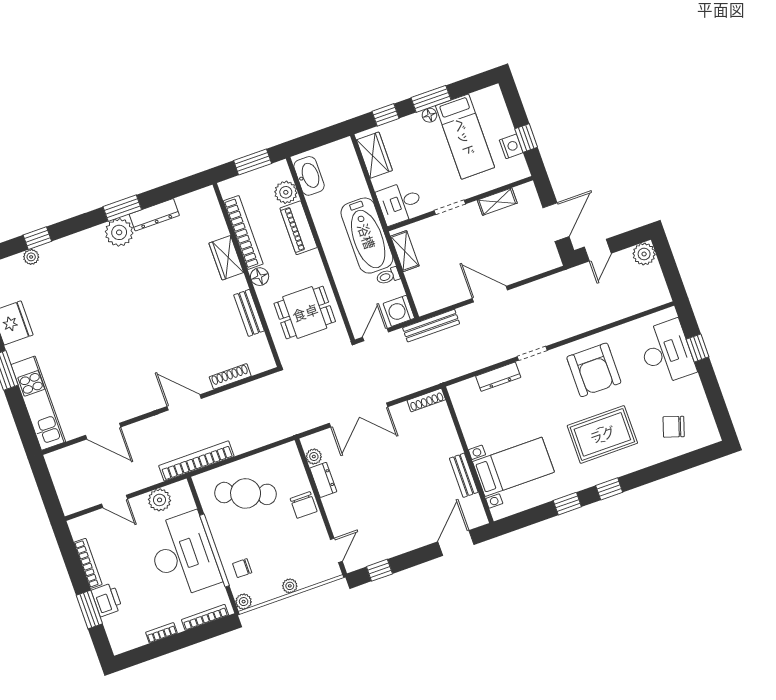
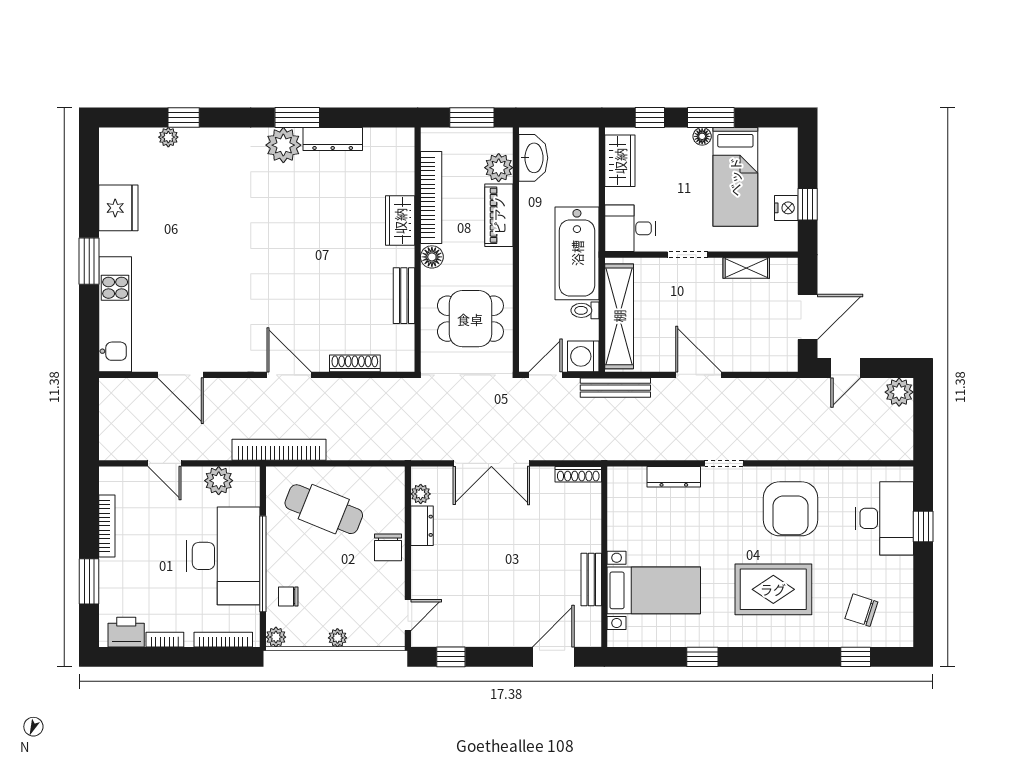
shelving: (405, 251) -> (619, 316), width x2.20, depth x1.33
window: (609, 489) -> (856, 657), moved
printer: (107, 600) -> (126, 632), moved, turned -90

